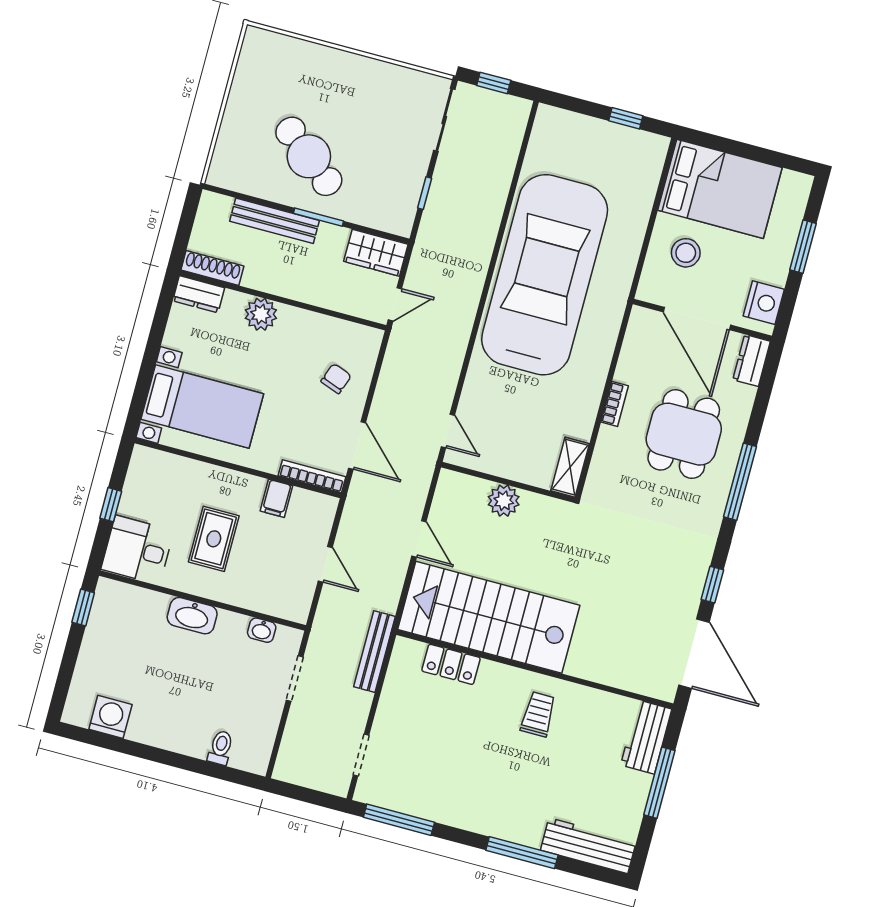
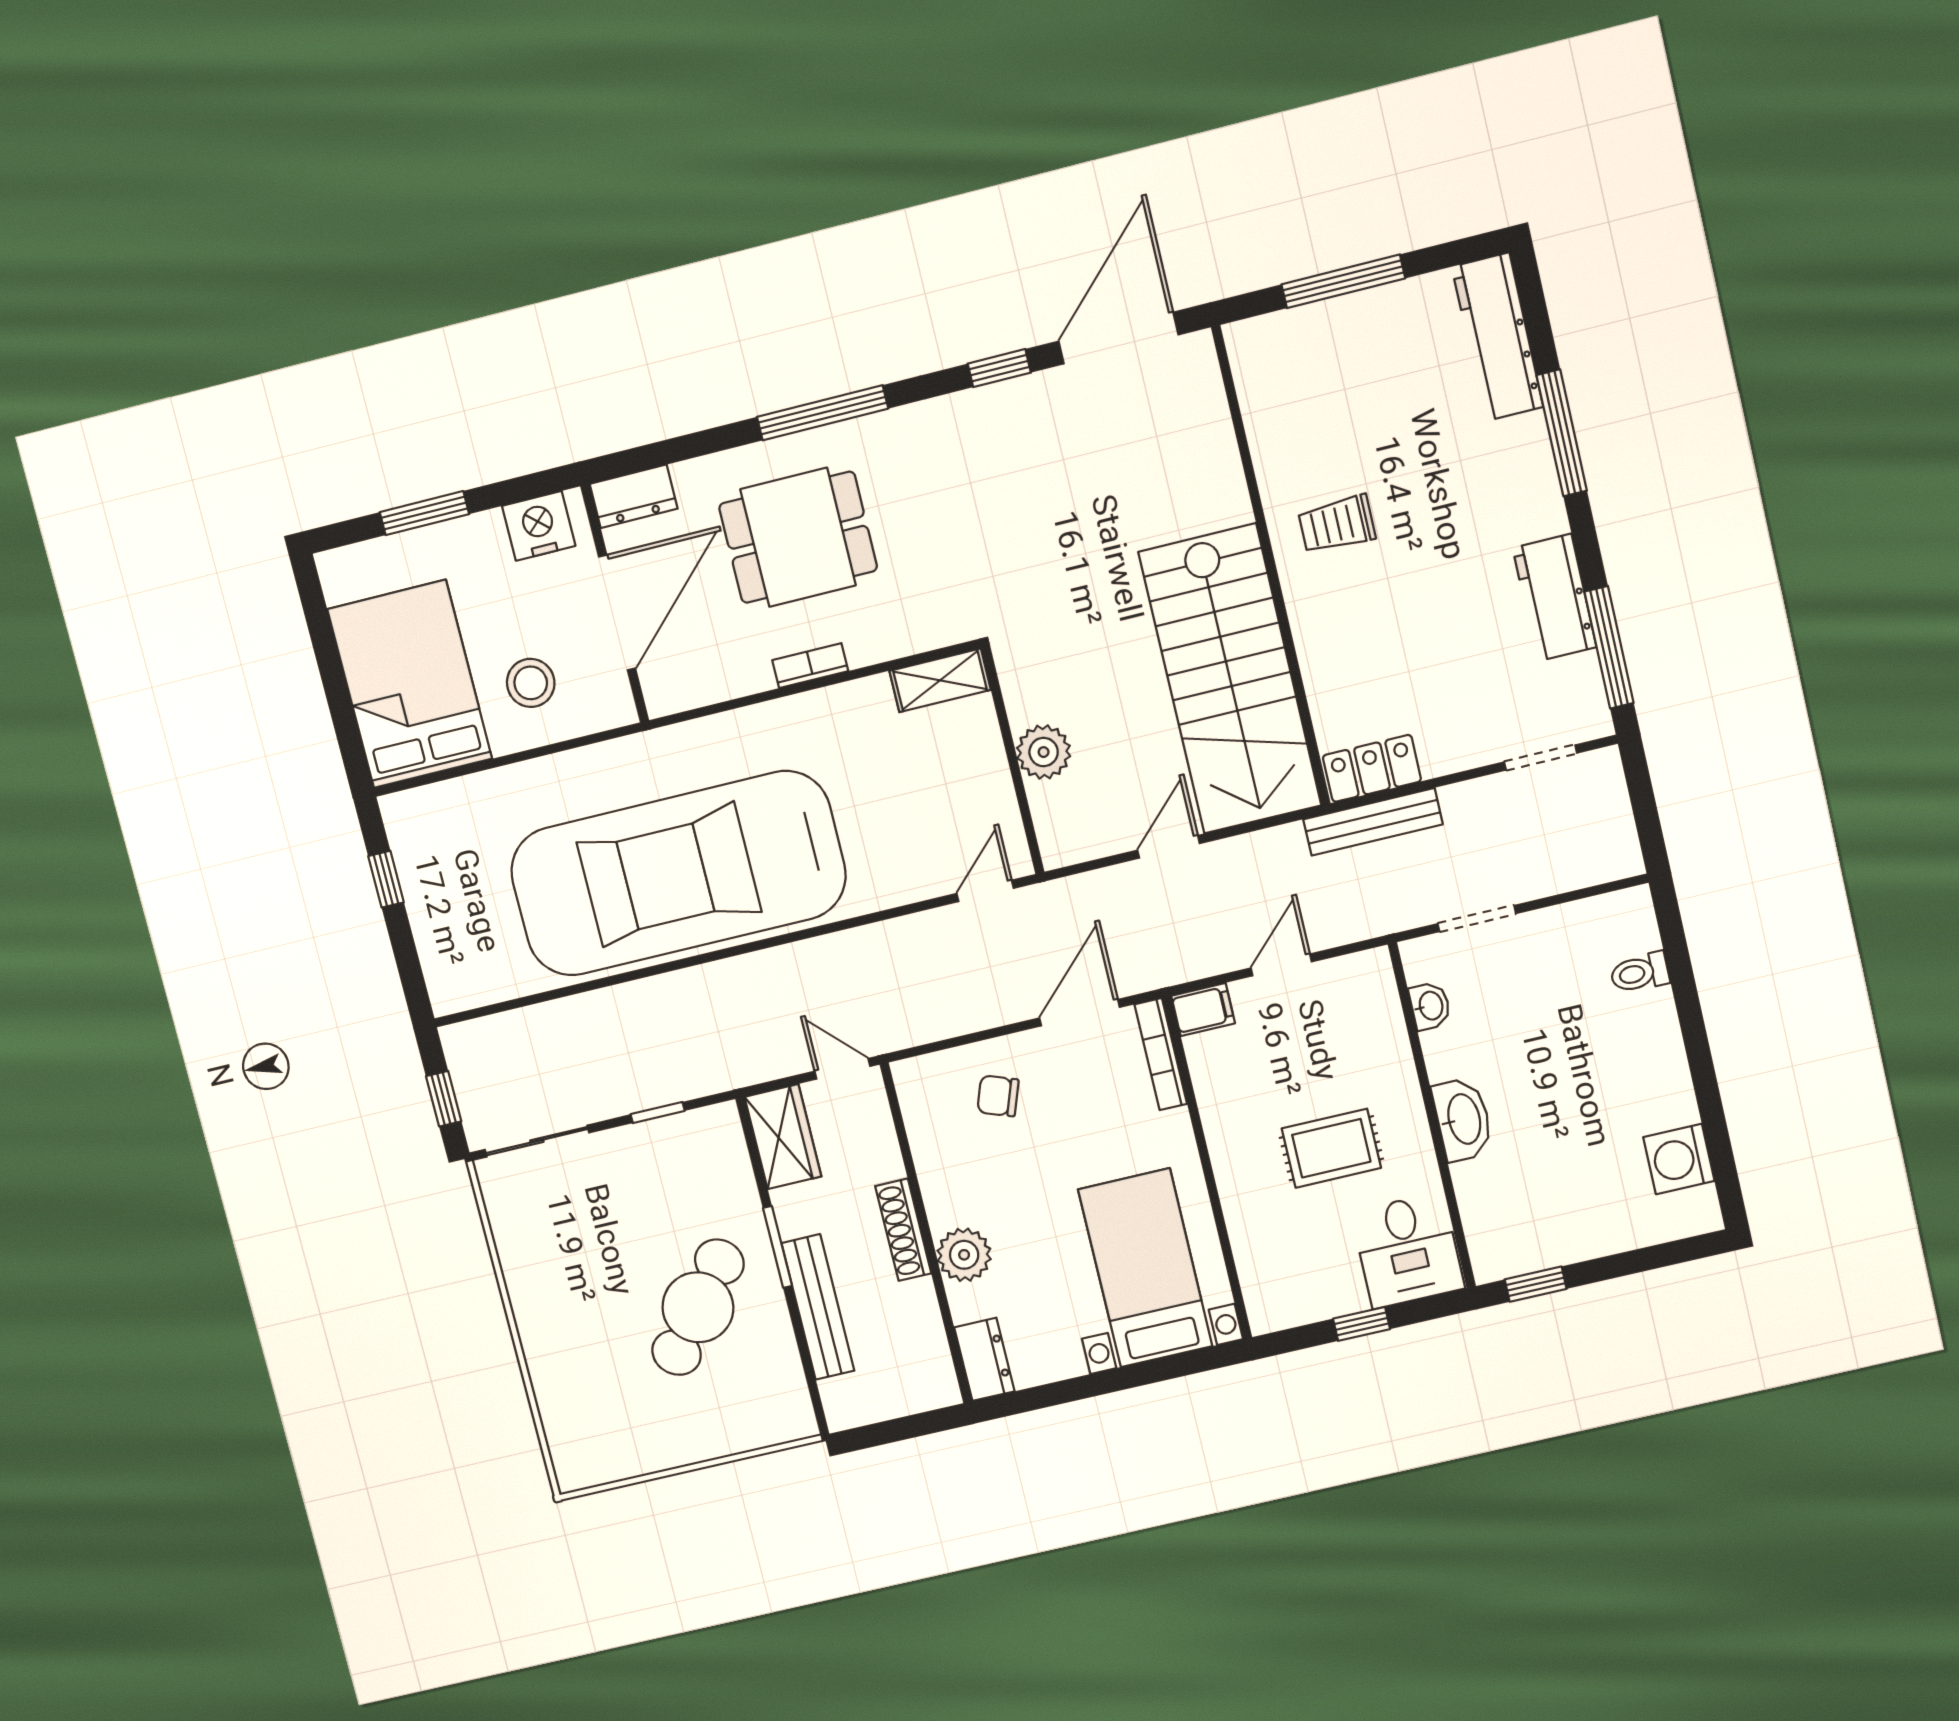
shoe rack: (212, 268) -> (903, 1230), moved
filing cabinet: (276, 498) -> (1203, 1010), moved
locker: (451, 664) -> (1372, 768), moved, turned -90
workbench: (646, 737) -> (1554, 598), moved, turned 90

